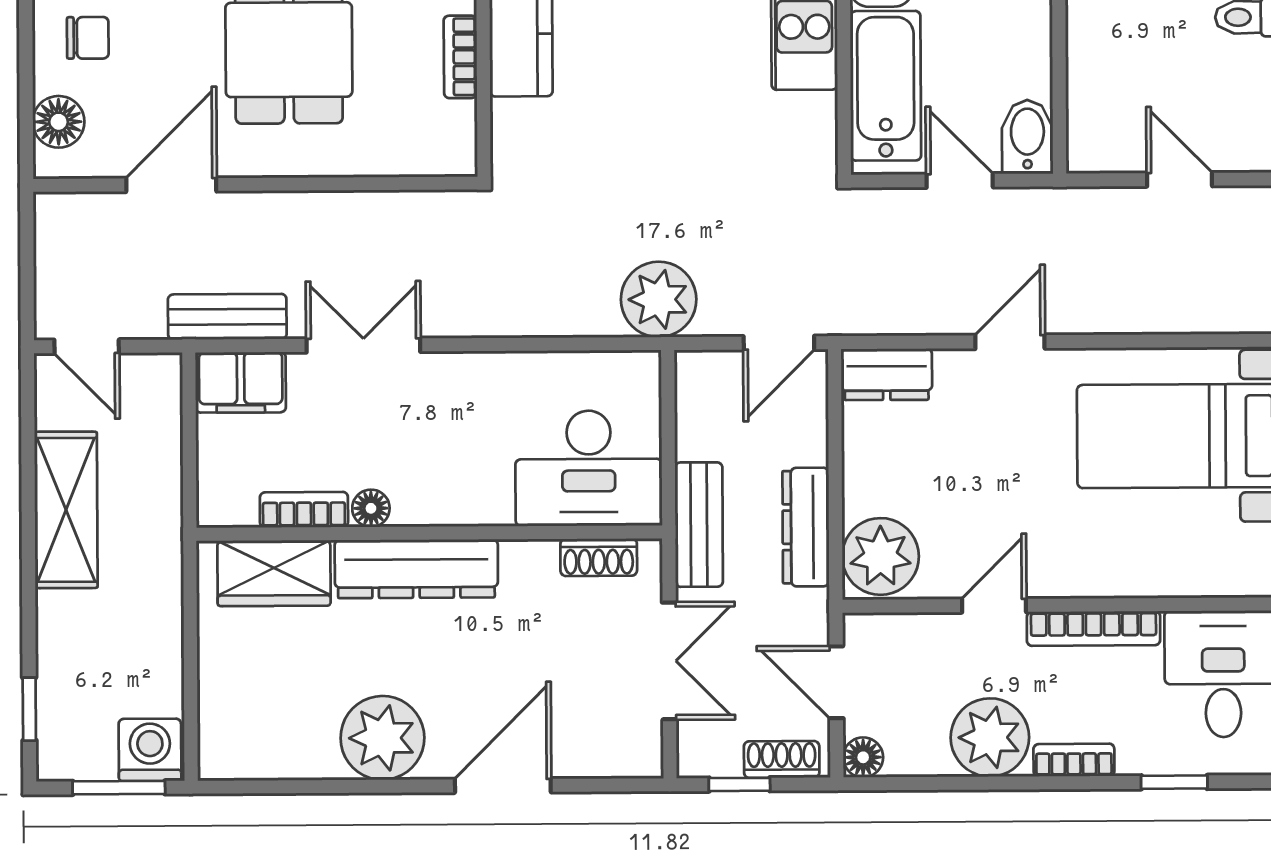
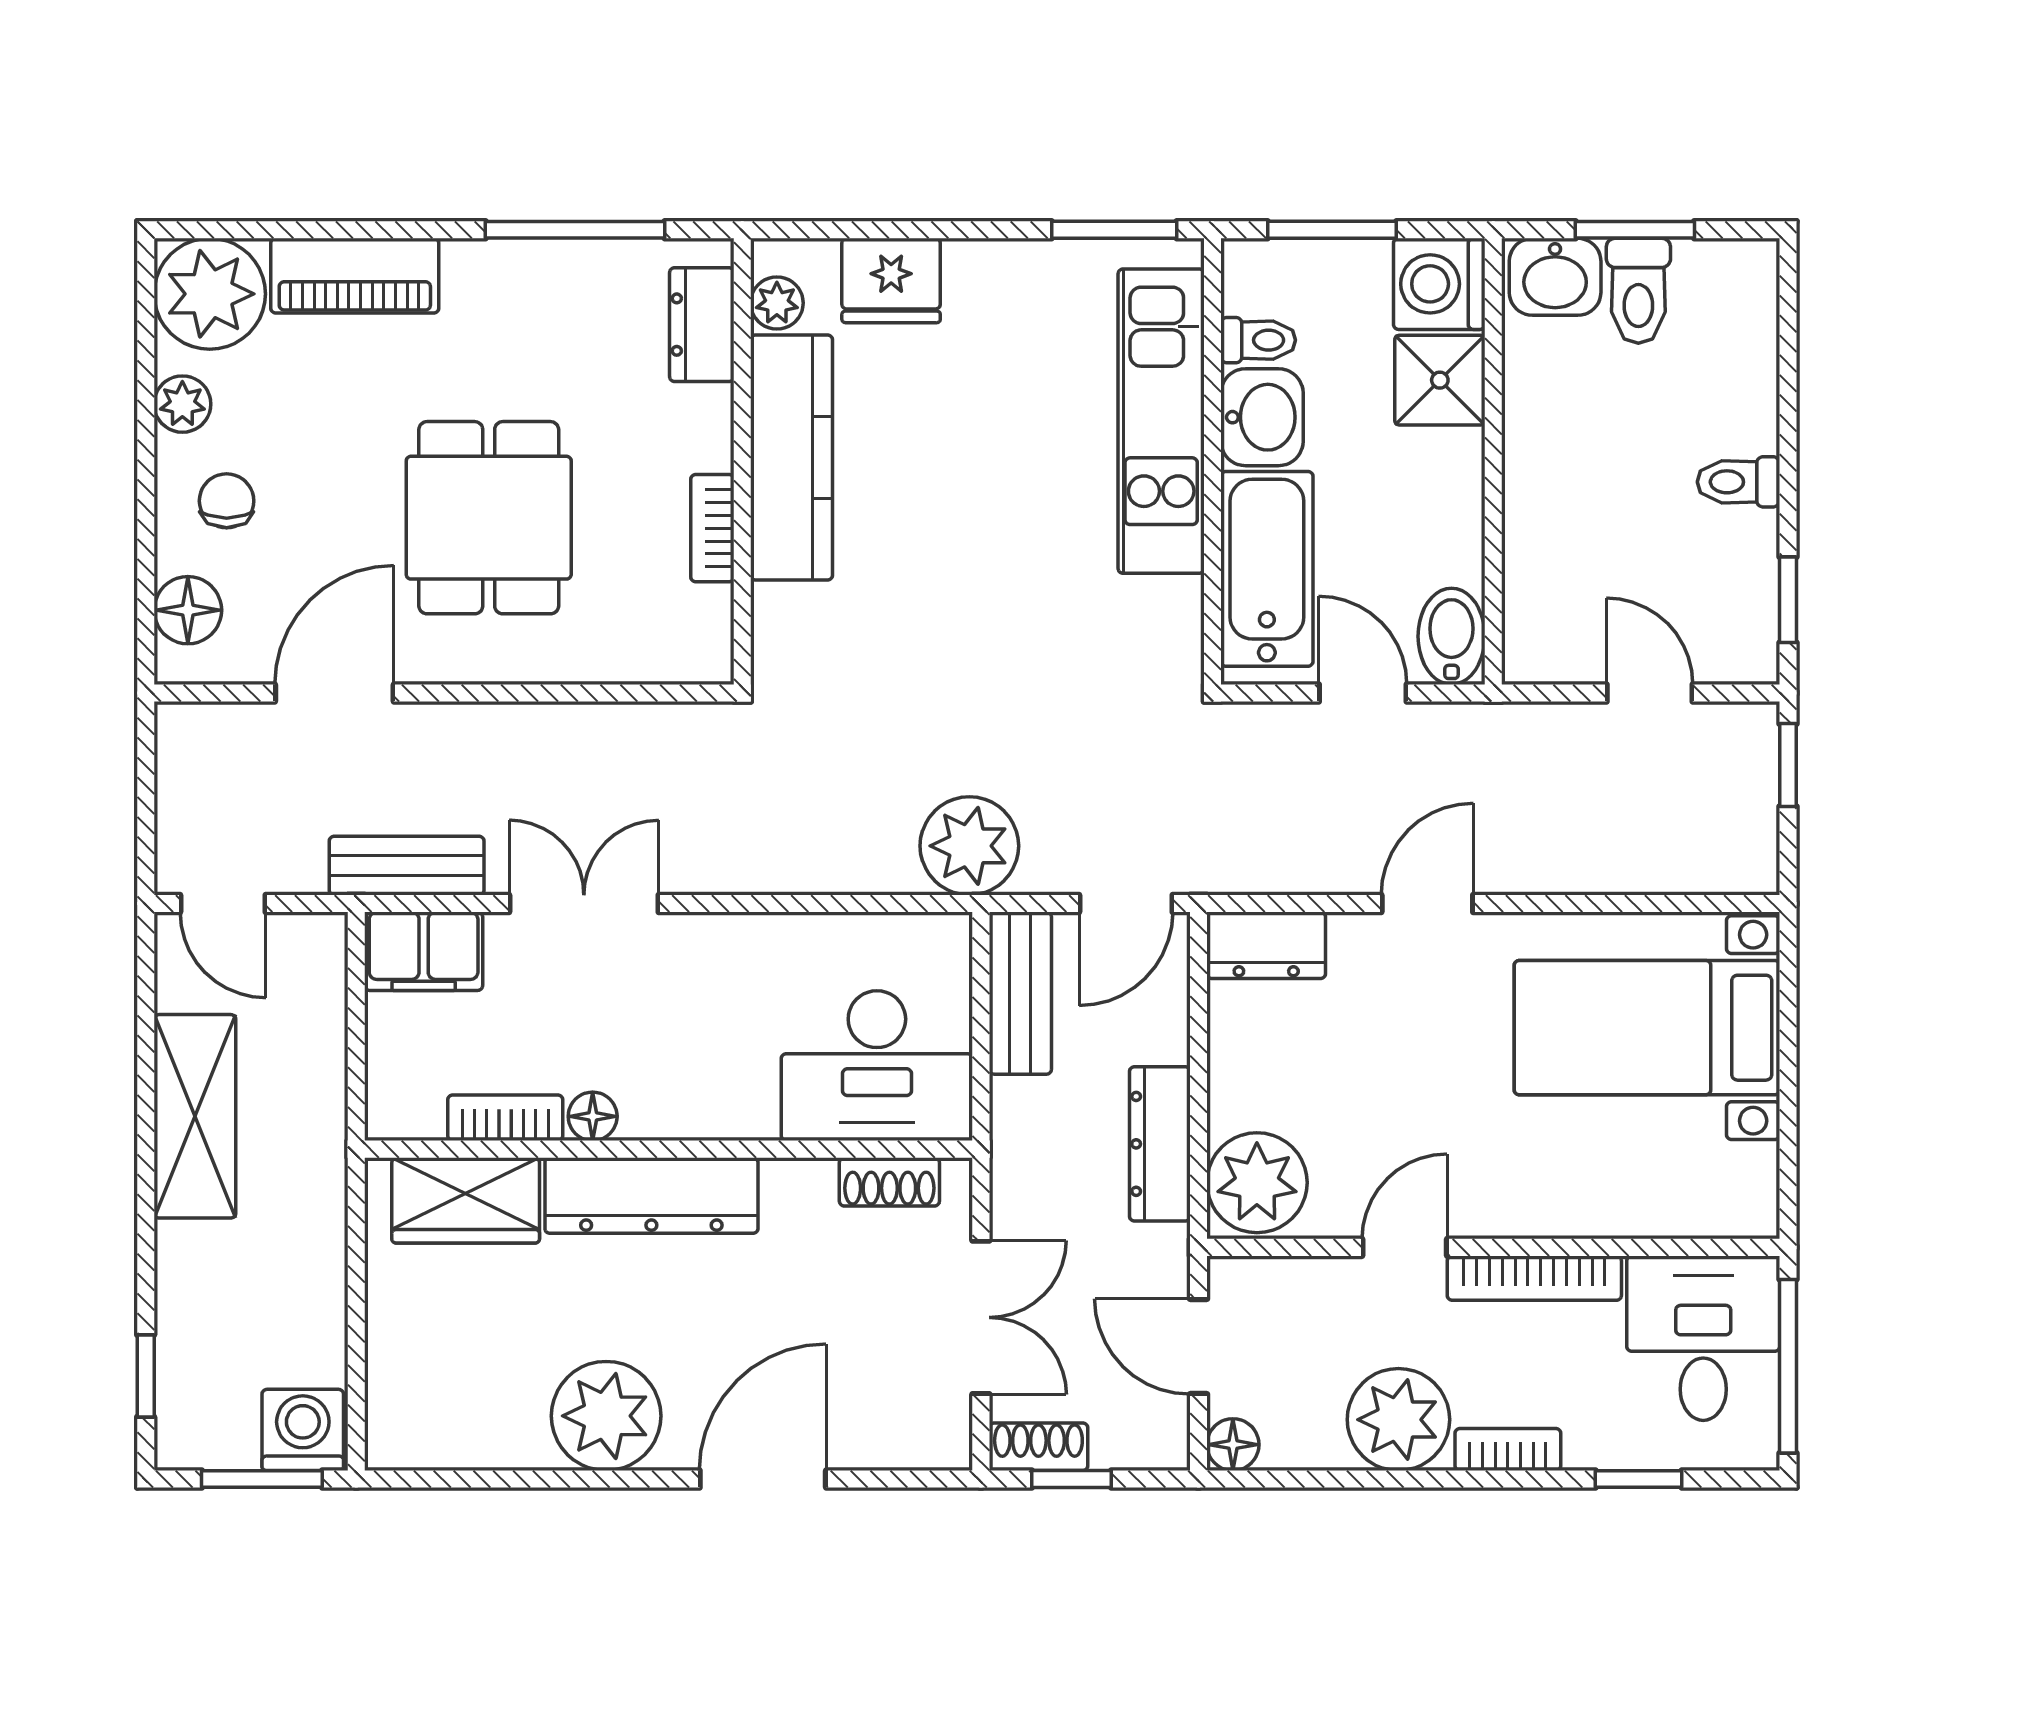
chair: (88, 38) -> (227, 501), turned -90
bench: (699, 525) -> (1020, 993), moved
shoe rack: (782, 759) -> (1038, 1447), moved

